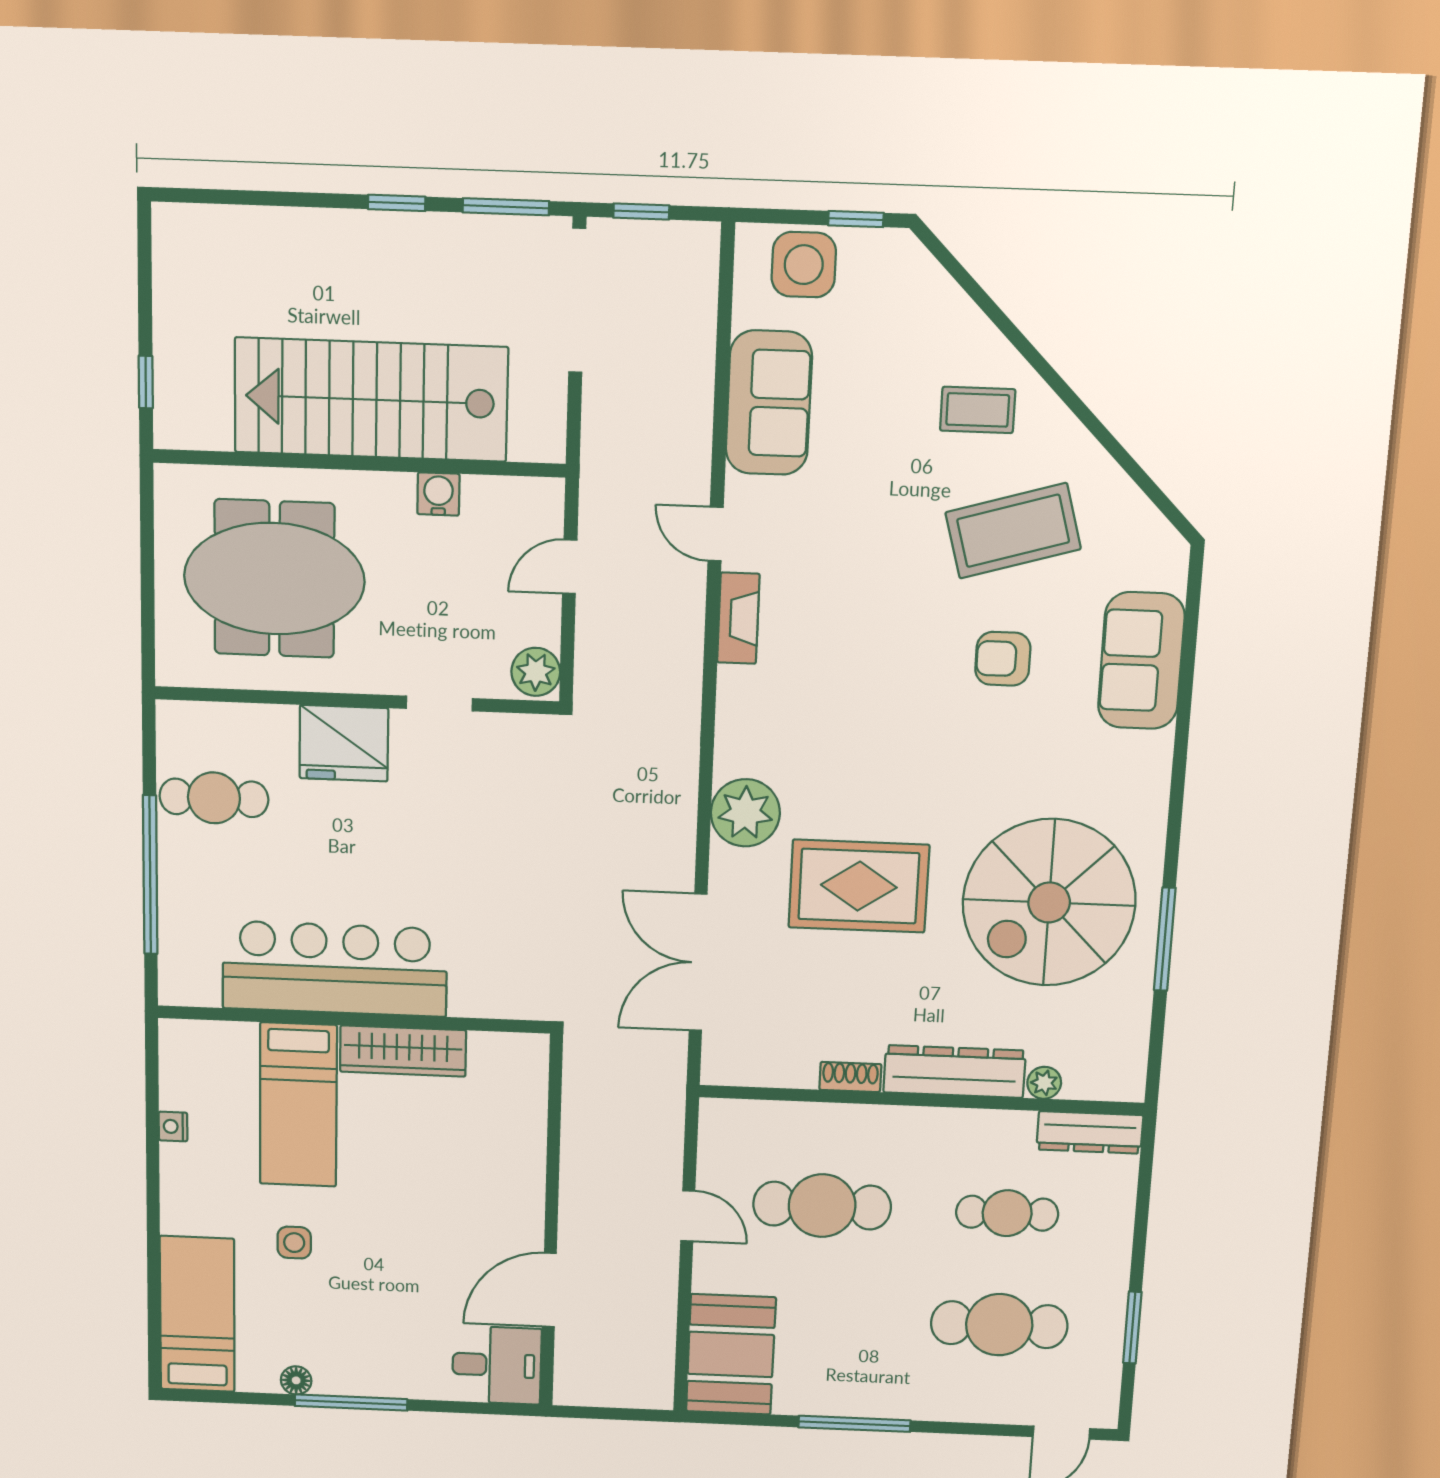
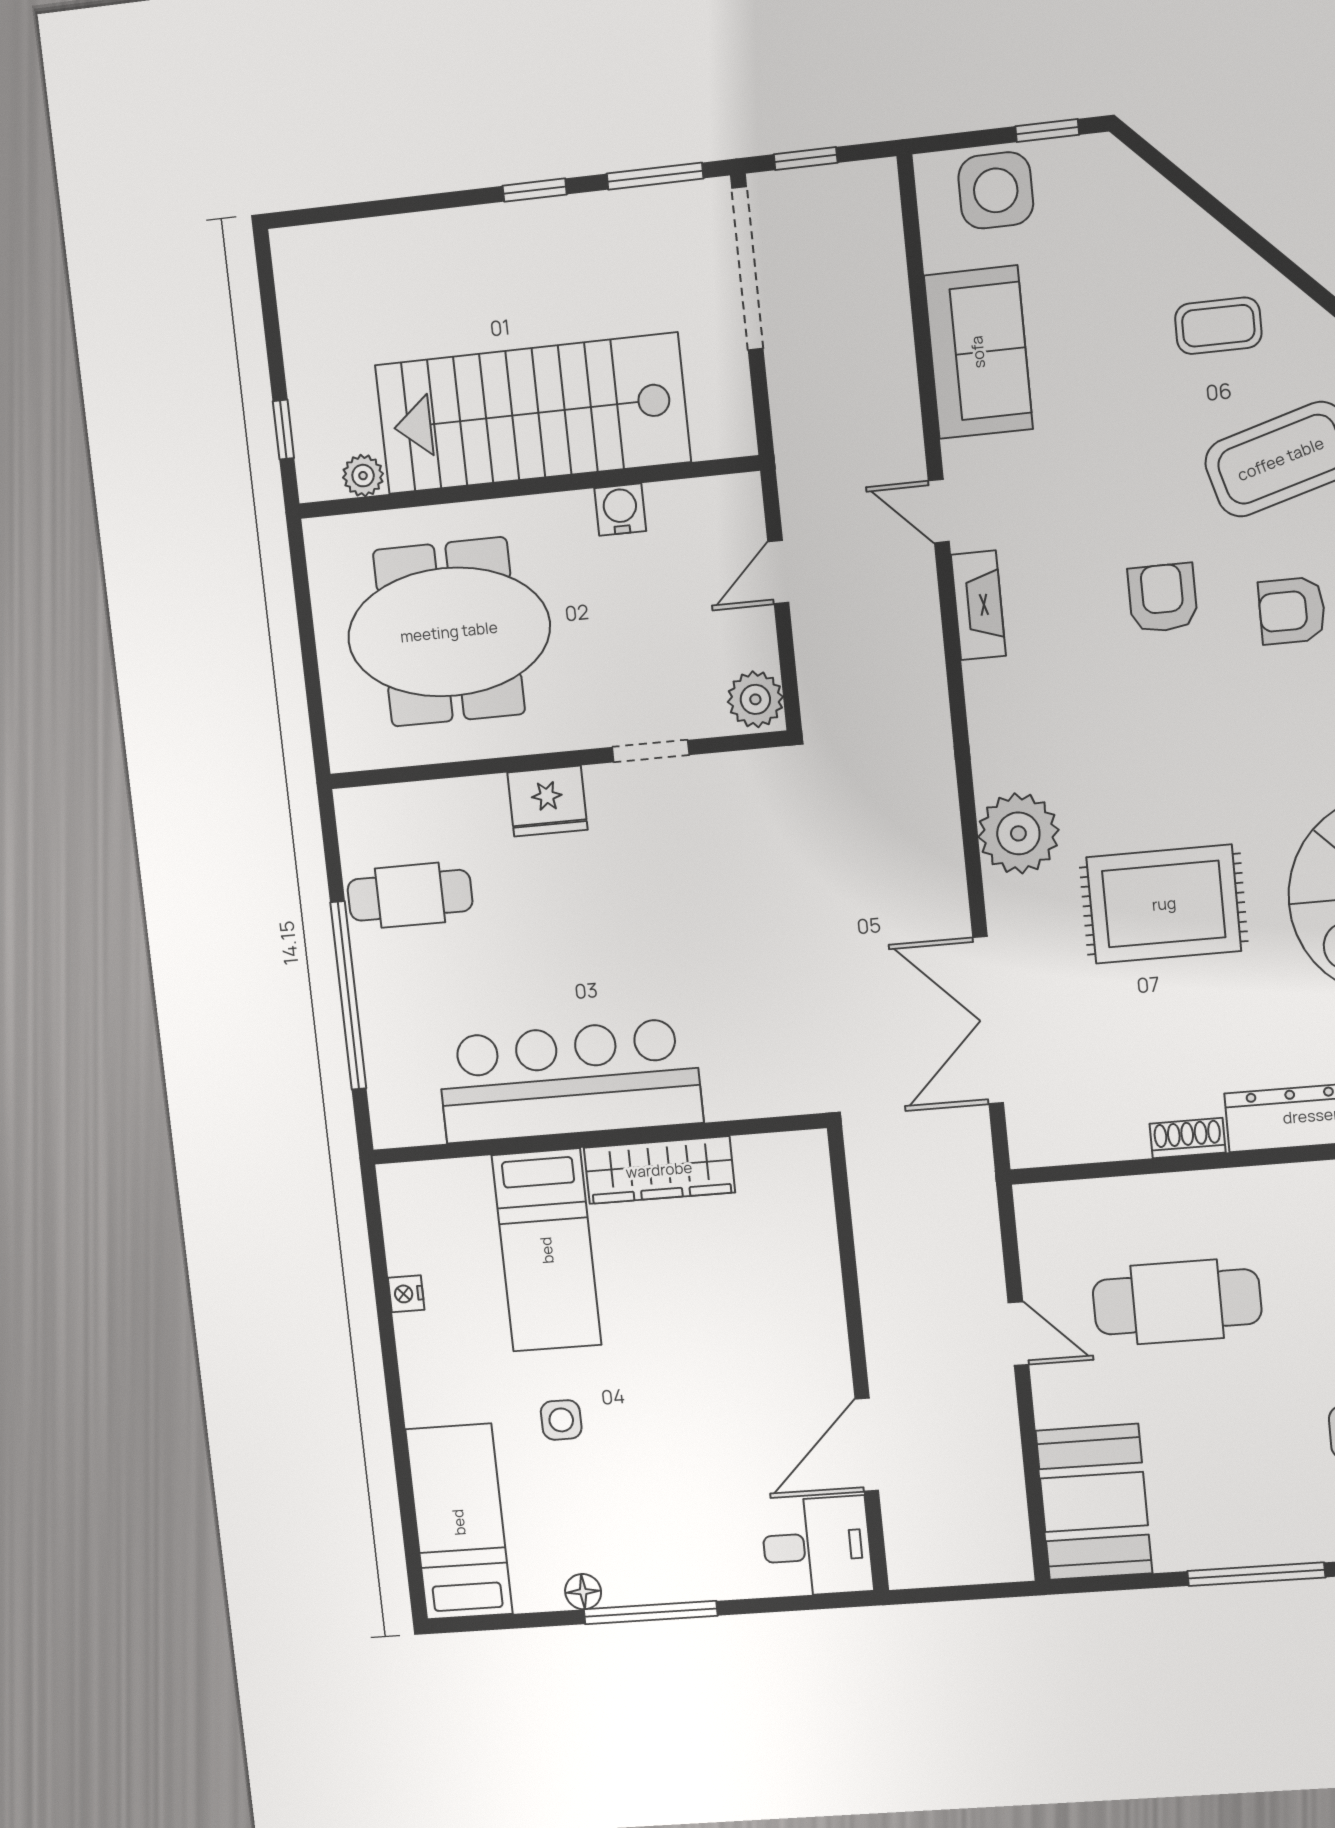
plant: (213, 433) -> (363, 476), added
armchair: (896, 633) -> (1163, 598), added
fridge: (344, 743) -> (547, 801), width x0.73, depth x0.75

